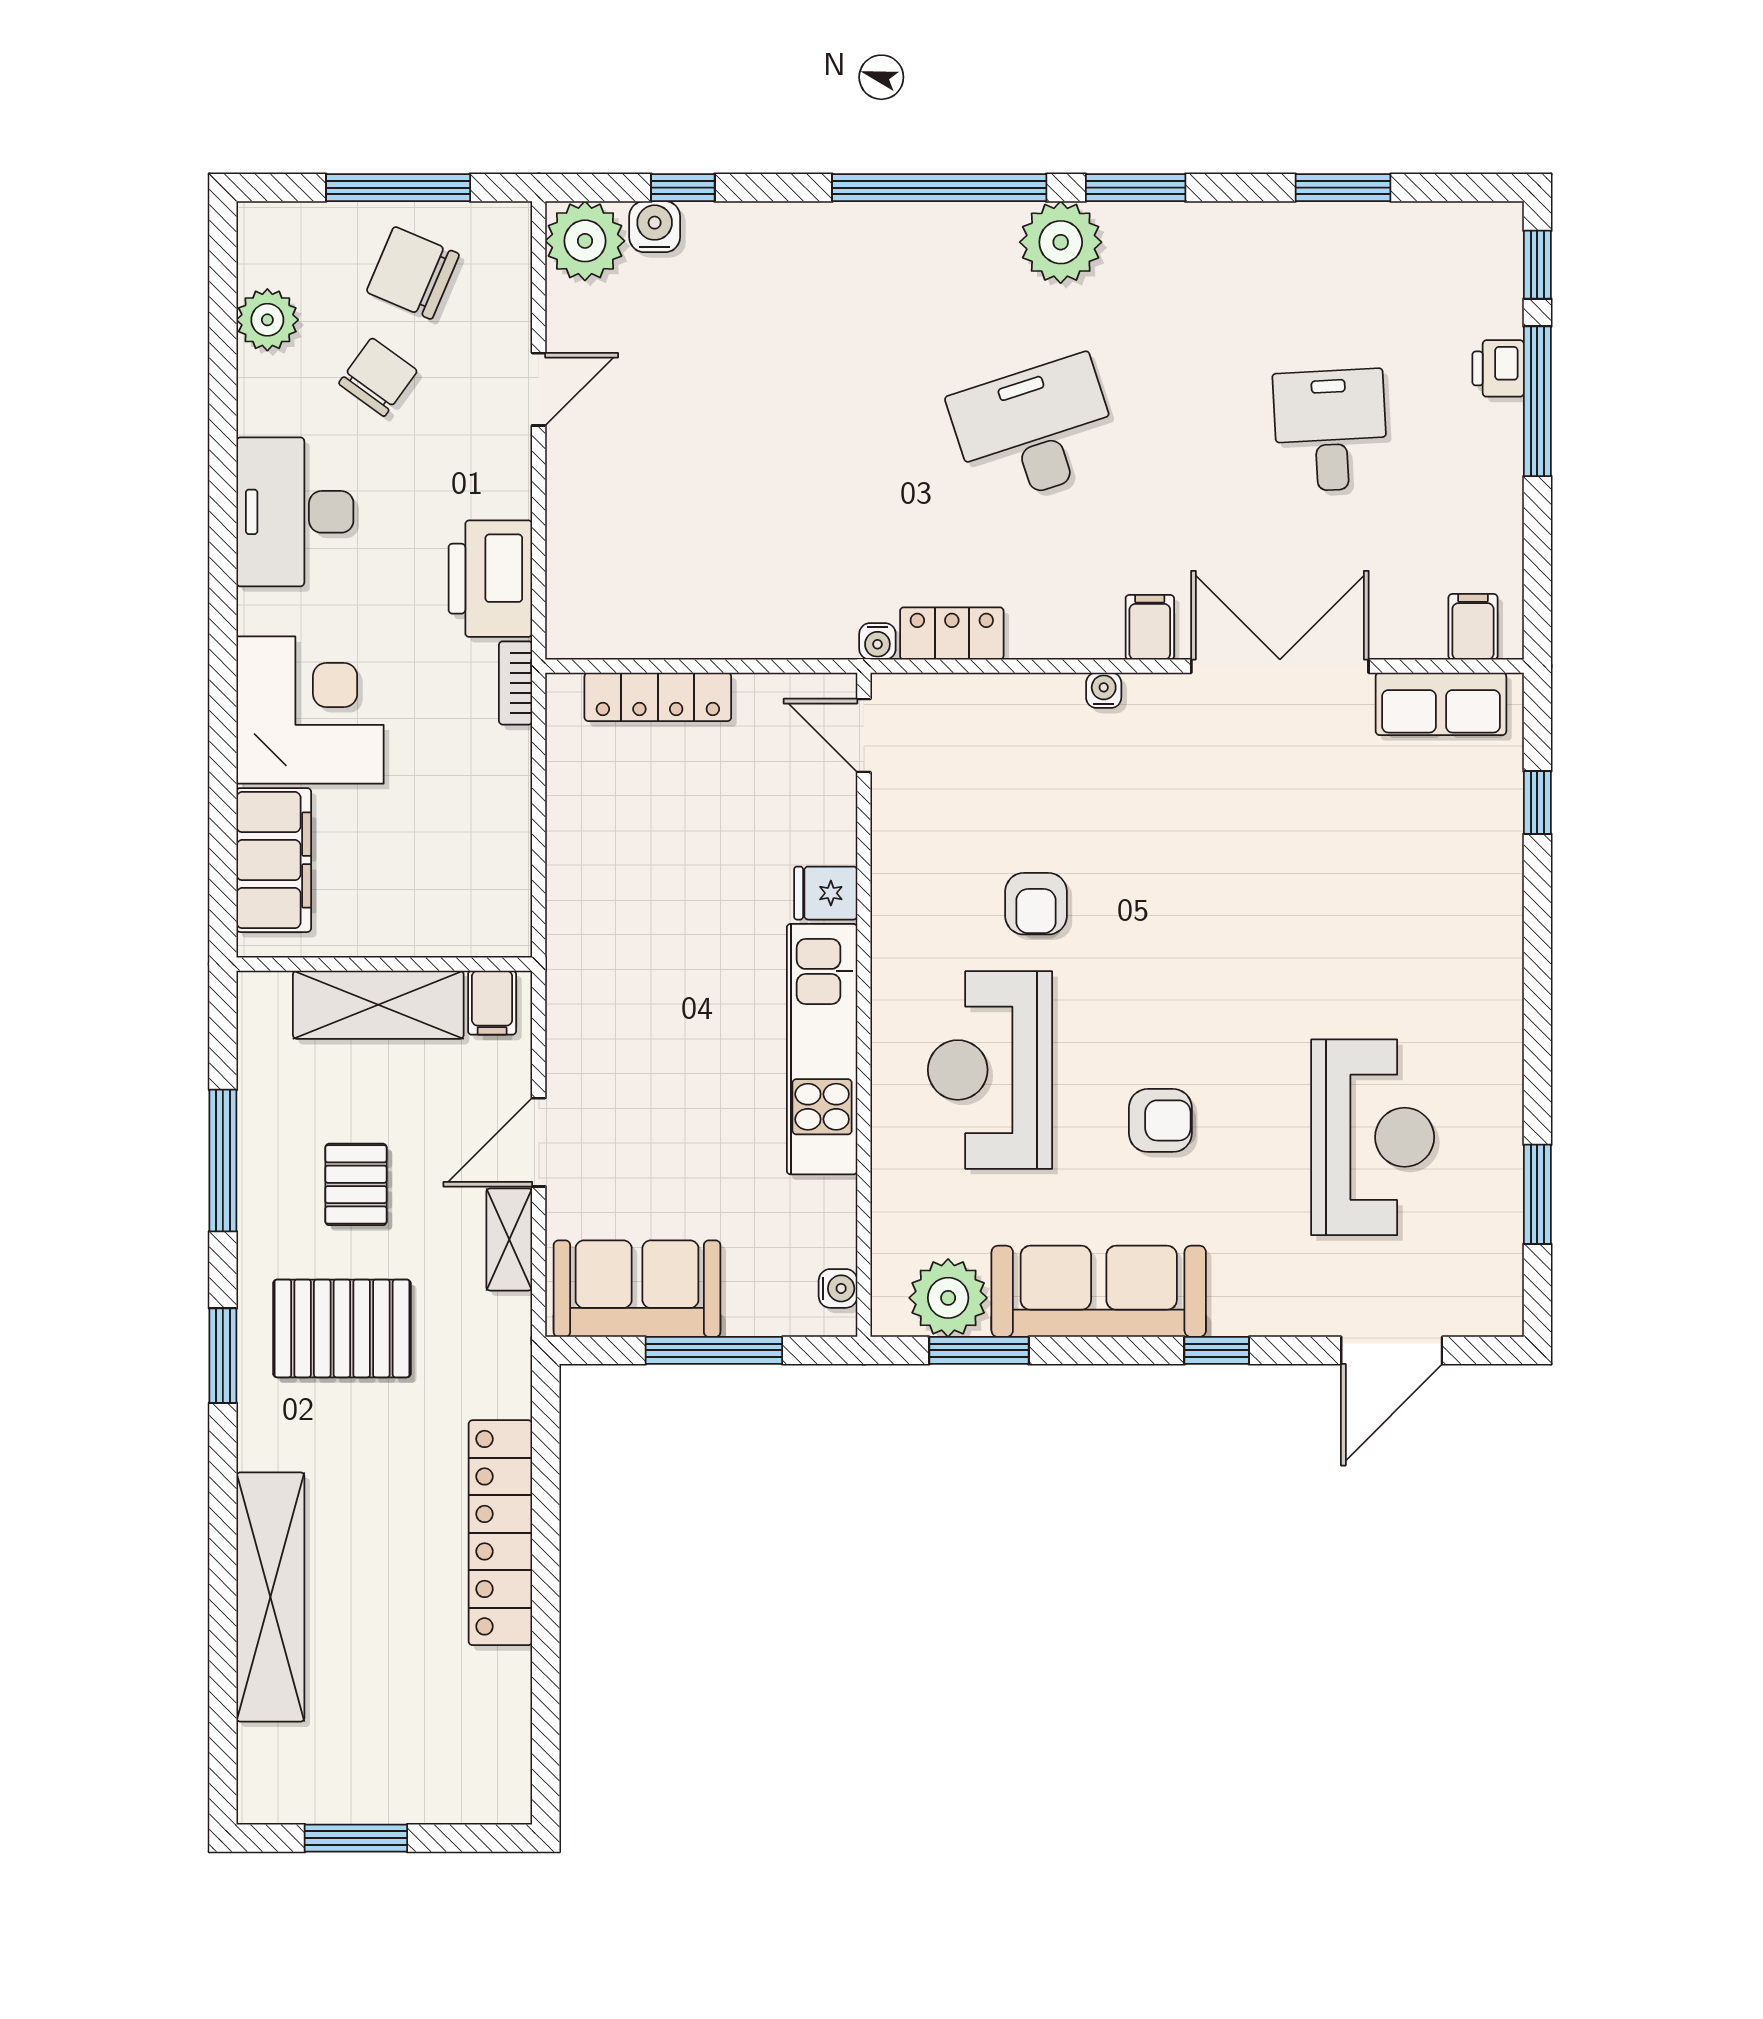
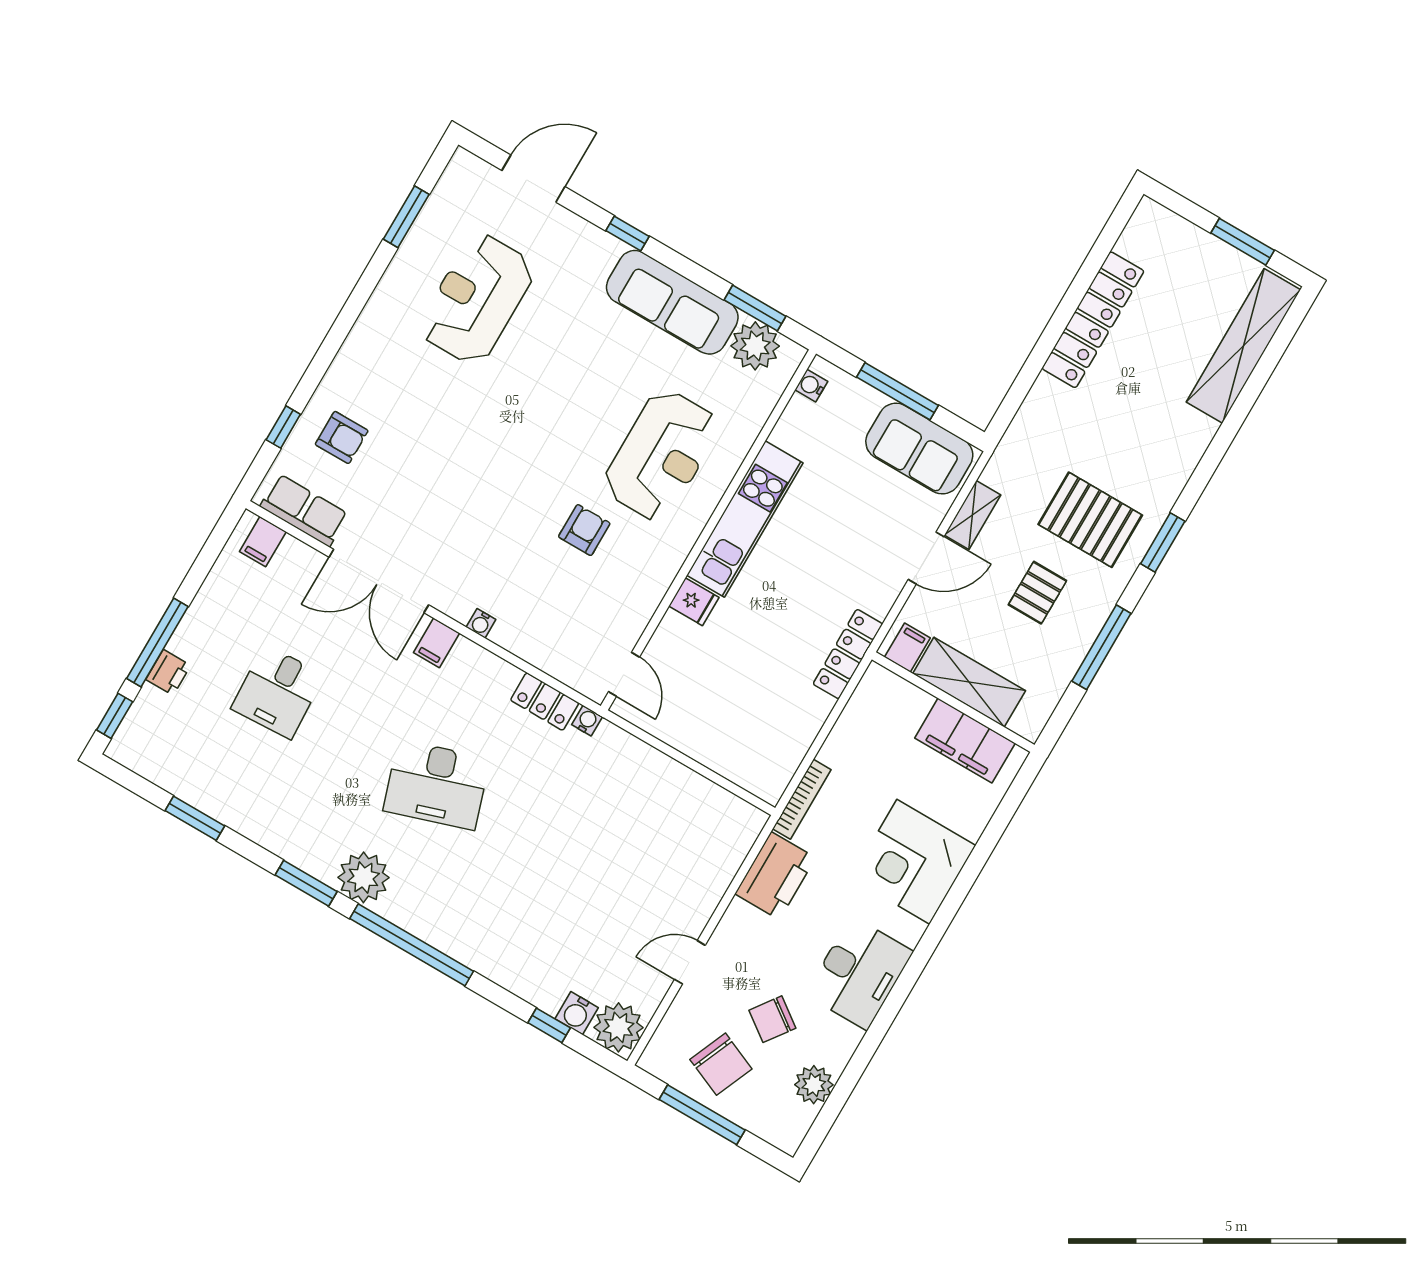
bookcase: (516, 683) -> (802, 799), width x1.56
locker: (658, 697) -> (848, 654), moved, turned -90
filing cabinet: (274, 860) -> (965, 741), moved, turned -90
armchair: (1160, 1120) -> (342, 437), moved, turned 180
locker: (500, 1533) -> (1093, 320), moved
shelving: (270, 1597) -> (1243, 346), moved

